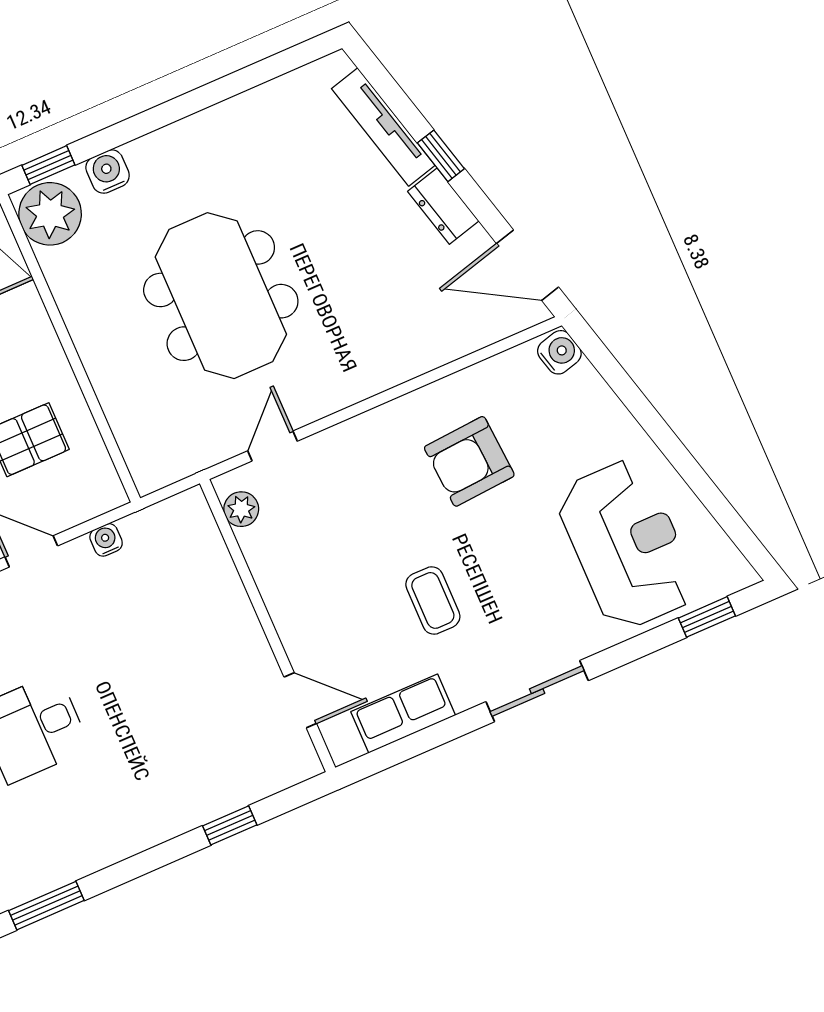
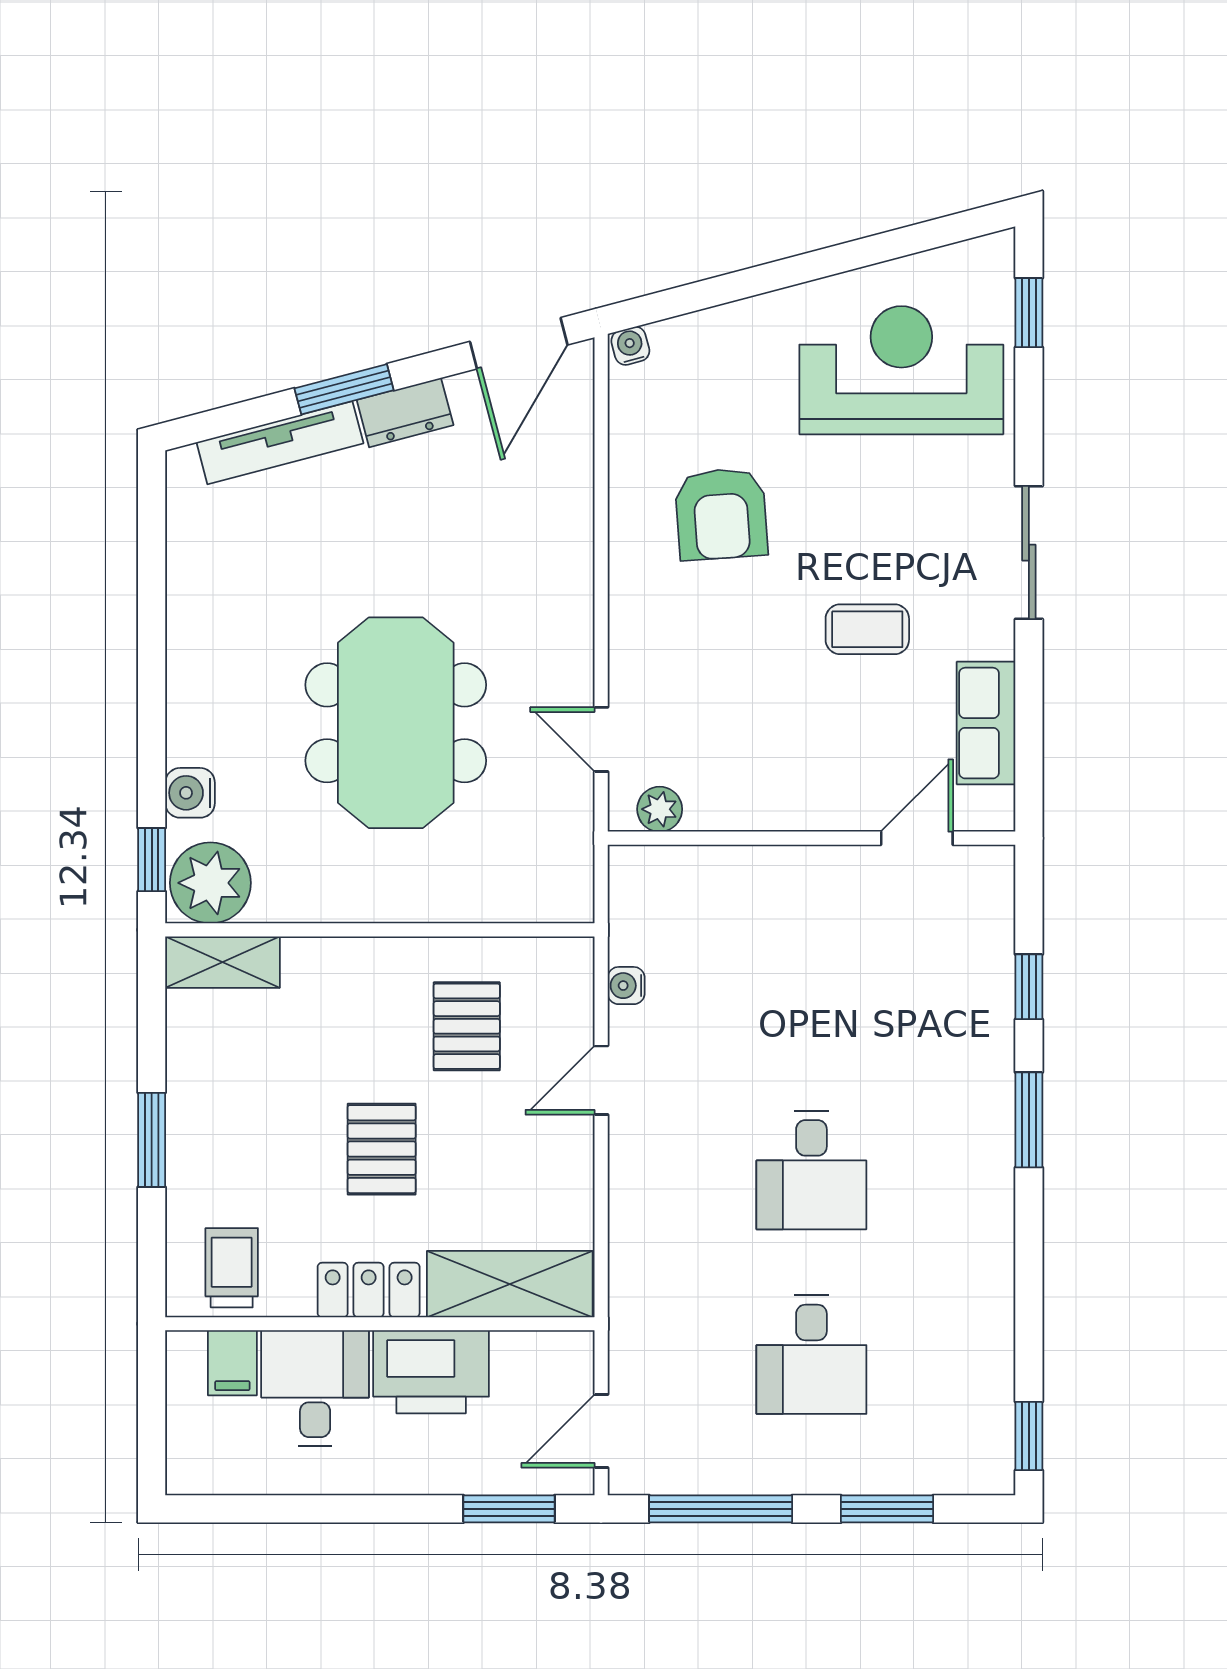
window: (441, 156) -> (344, 389), width x1.50
meeting table: (221, 296) -> (396, 723), turned 90
water cooler: (559, 352) -> (630, 346), width x0.72, depth x0.72
window: (46, 906) -> (1029, 1120), moved

